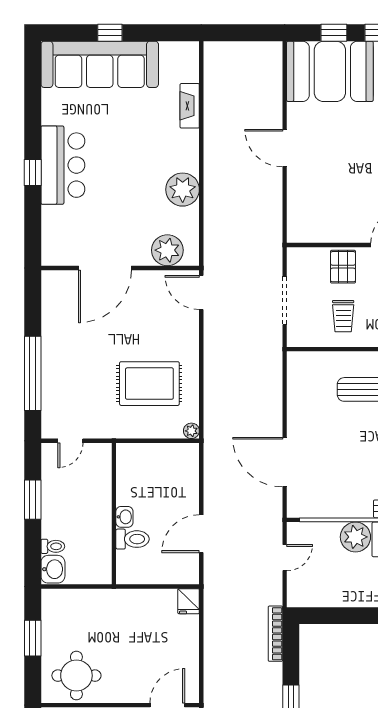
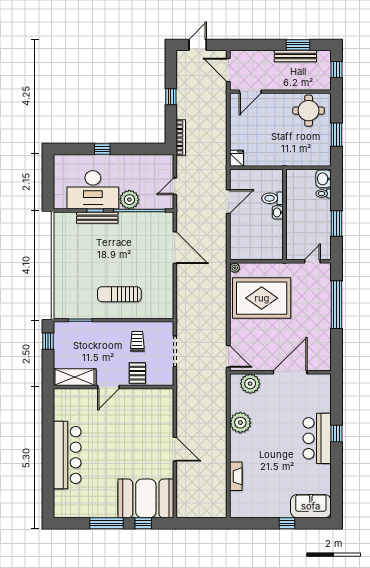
sofa: (100, 64) -> (311, 506), width x0.54, depth x0.79
rug: (149, 384) -> (262, 298), width x1.37, depth x1.44

